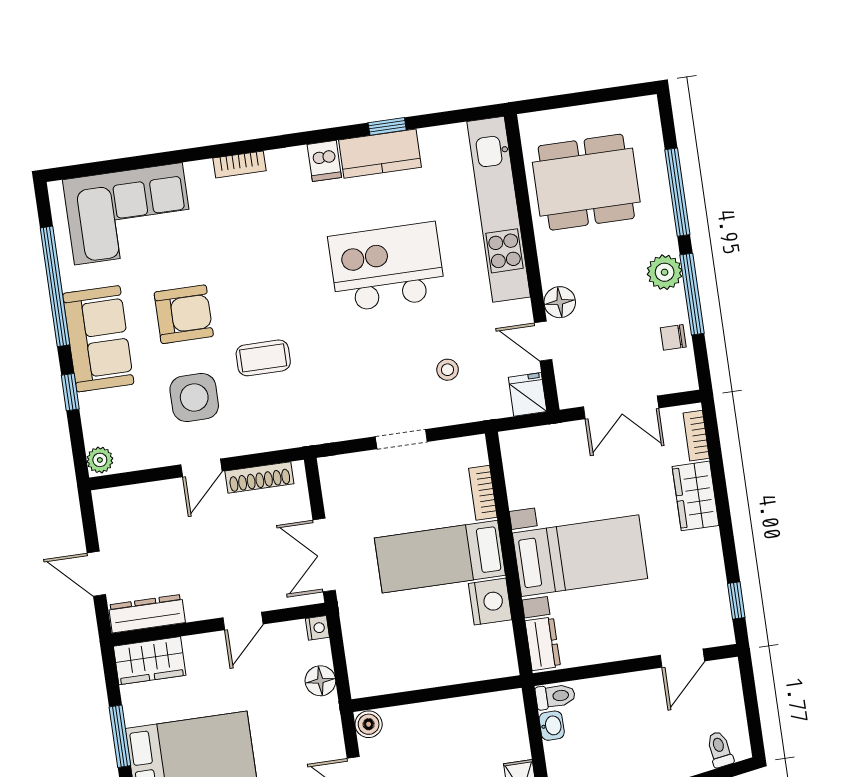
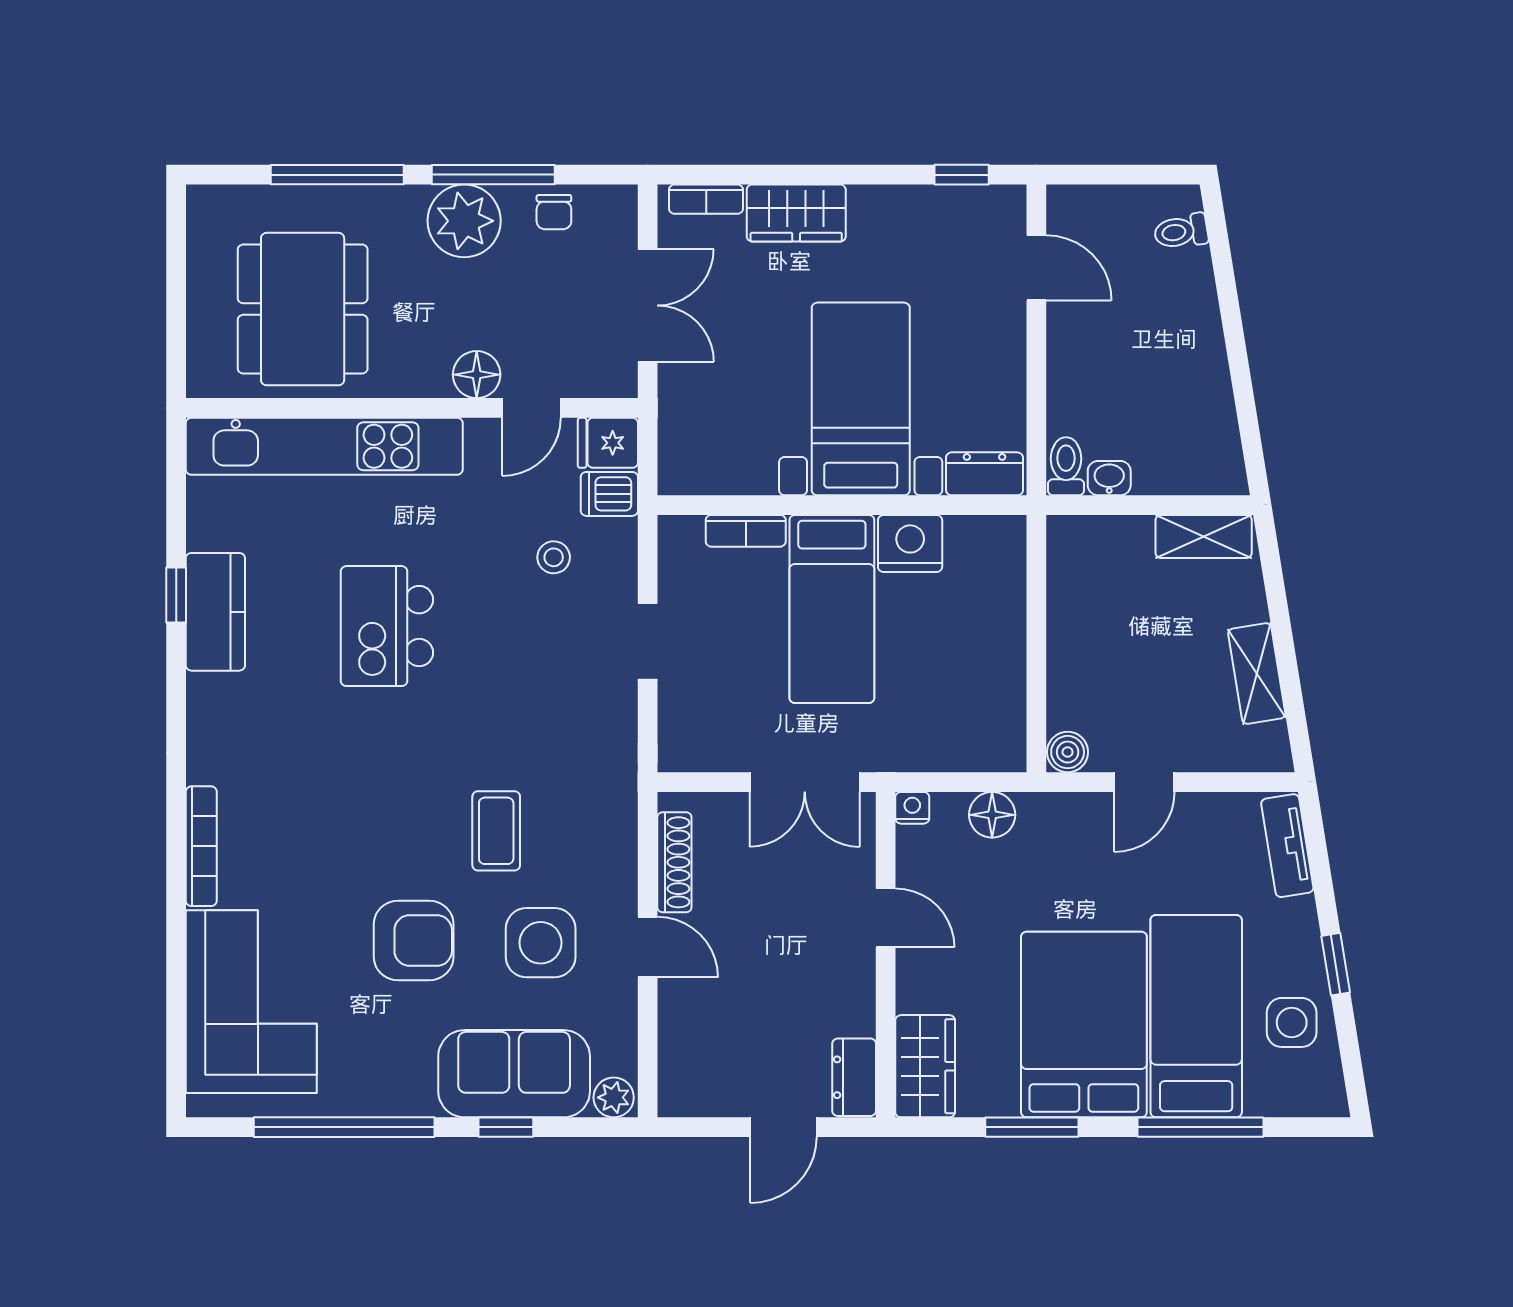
dishwasher: (324, 161) -> (609, 494), moved, turned 180
bookcase: (239, 164) -> (201, 846), width x1.56
kitchen island: (387, 267) -> (387, 626), width x0.73, depth x0.78
plant: (665, 272) -> (464, 221), width x1.36, depth x1.36
armchair: (184, 314) -> (414, 940), turned 90
sofa: (98, 339) -> (514, 1074), moved
dresser: (147, 614) -> (854, 1077), width x0.70

